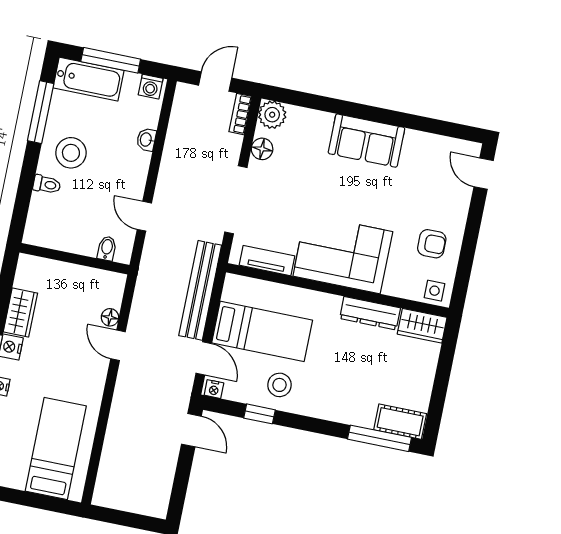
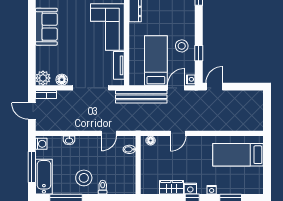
floor lamp: (110, 317) -> (151, 140), moved

